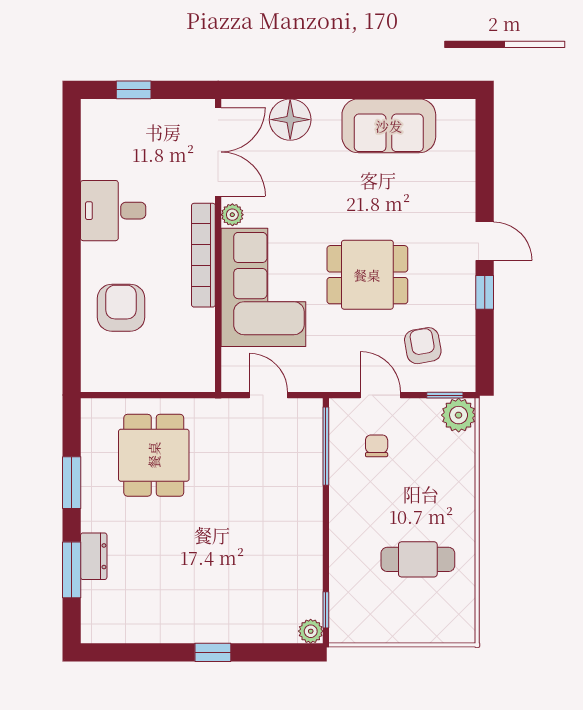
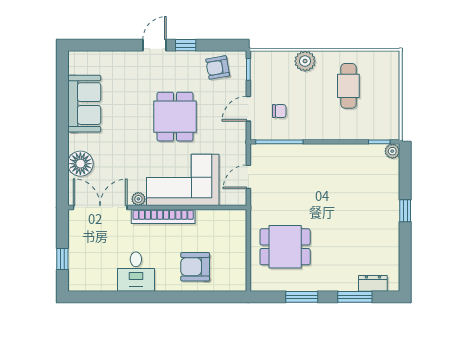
armchair: (423, 346) -> (218, 67), moved
plant: (459, 415) -> (305, 61), moved
chair: (377, 446) -> (279, 111), turned 180
dresser: (94, 556) -> (373, 283), moved

